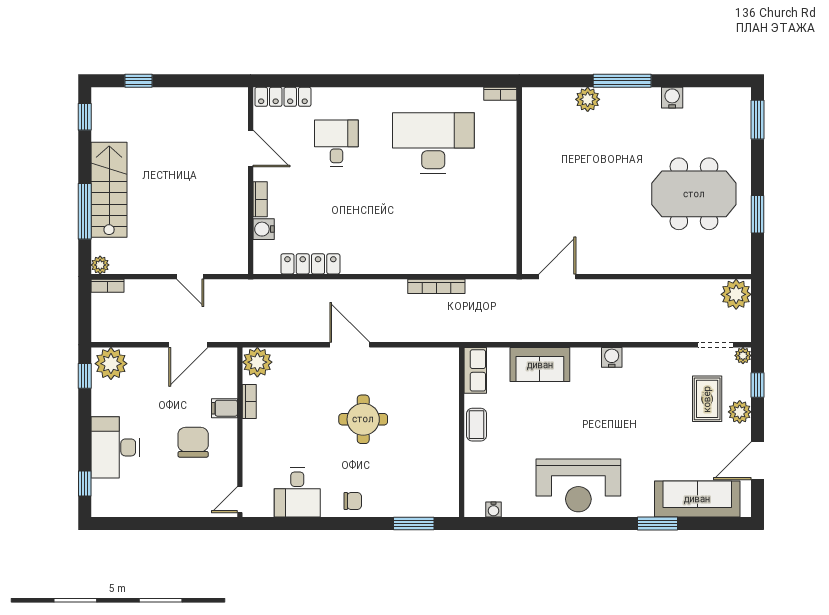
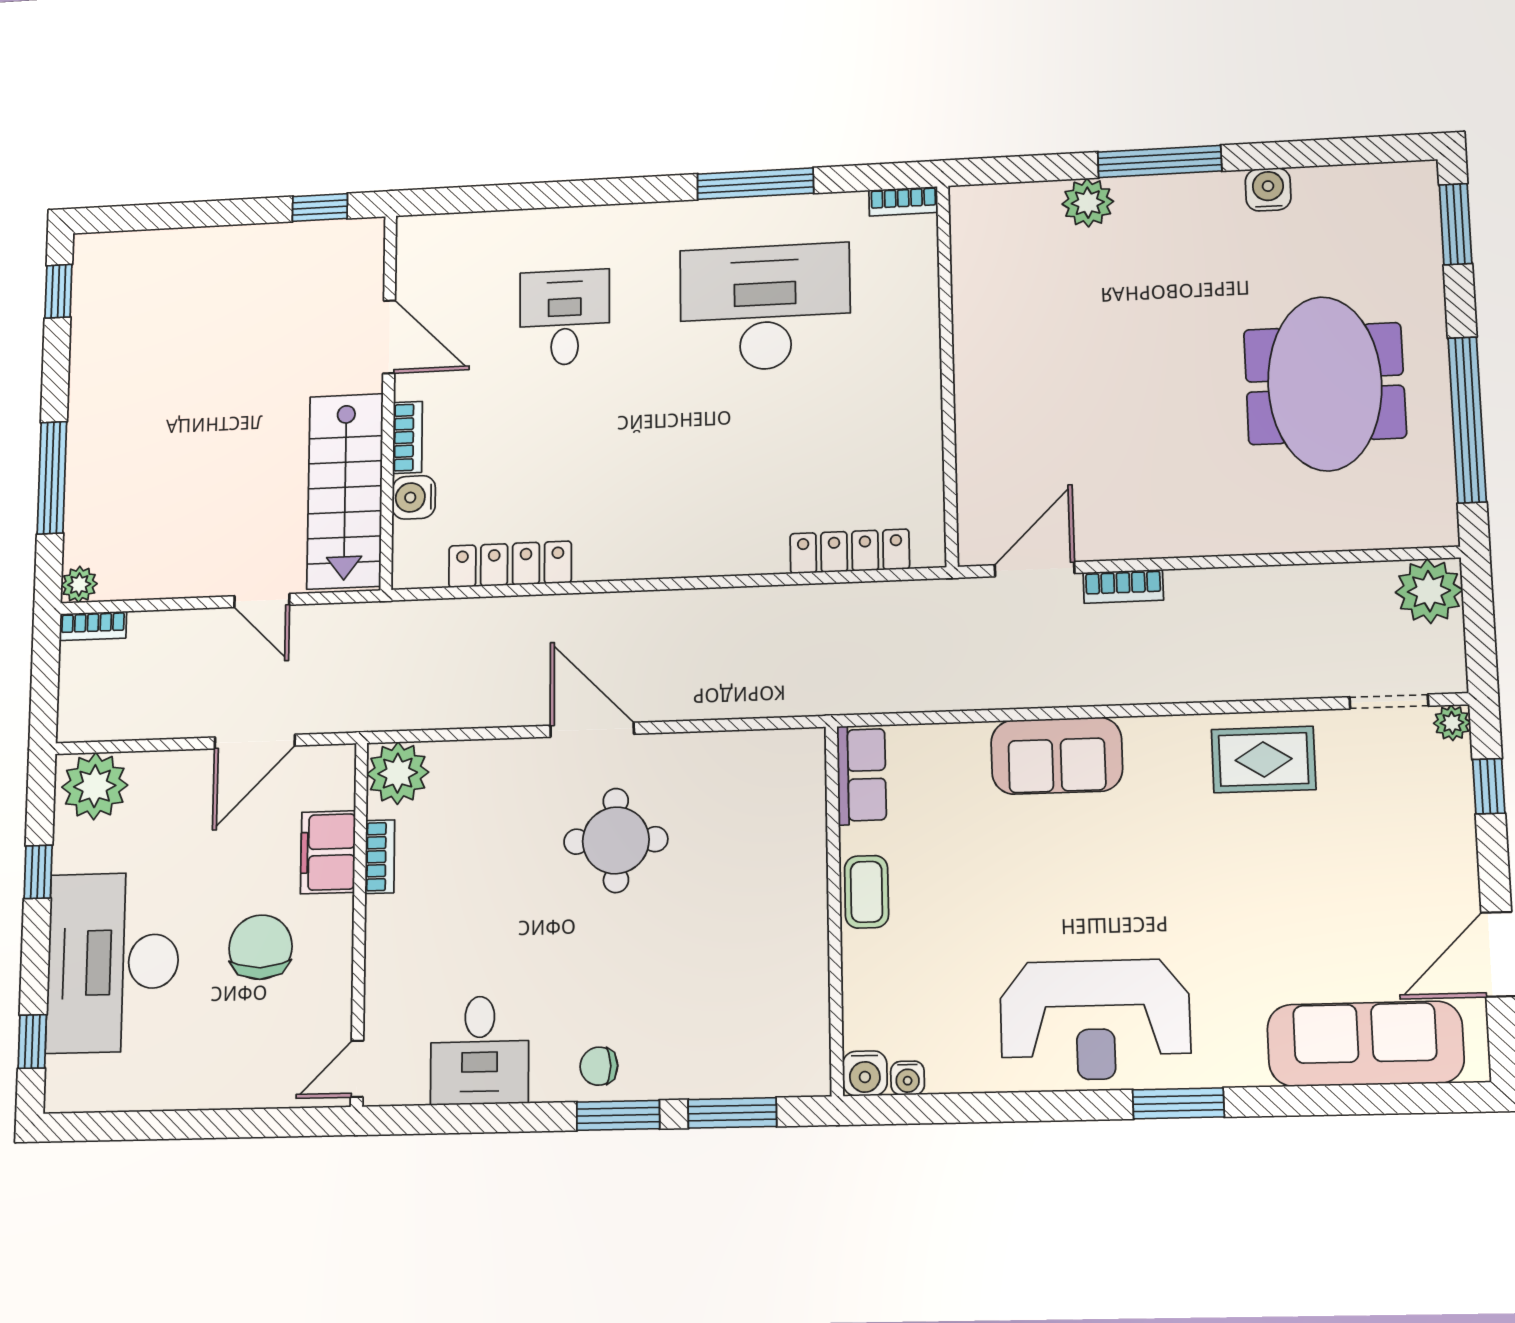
window: (139, 81) -> (320, 208), moved
window: (429, 81) -> (755, 184), added
locker: (283, 97) -> (850, 551), moved, turned 180
stairs: (109, 190) -> (345, 491), moved, turned 180
meeting table: (694, 194) -> (1325, 384), turned 90
window: (758, 214) -> (1467, 420), width x2.11
bookcase: (436, 286) -> (1123, 586), moved, width x0.64
water cooler: (612, 357) -> (865, 1073), moved, turned 180
sofa: (540, 365) -> (1057, 756), moved
window: (85, 376) -> (38, 872), moved
rug: (707, 399) -> (1264, 759), moved, turned 90
filing cabinet: (225, 408) -> (328, 852), width x2.00
plant: (740, 412) -> (1451, 847), removed
round table: (363, 419) -> (616, 840), moved
desk: (115, 447) -> (113, 962), width x1.36, depth x1.30
chair: (353, 501) -> (599, 1066), turned 180
window: (361, 523) -> (618, 1115), added
window: (658, 523) -> (1178, 1103), moved

